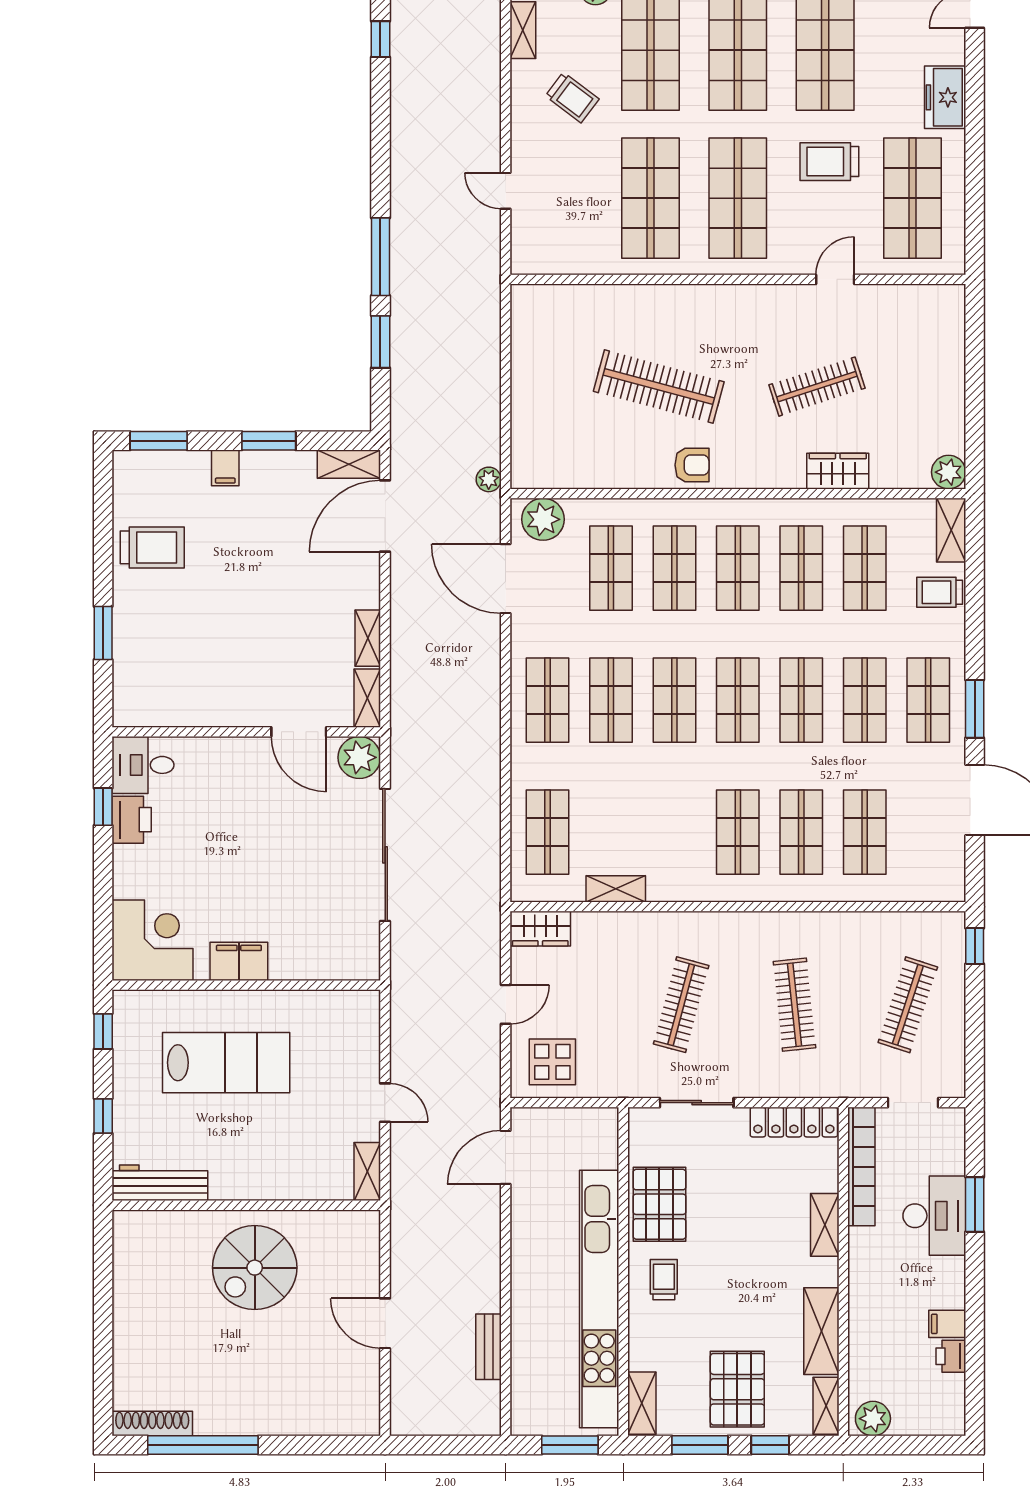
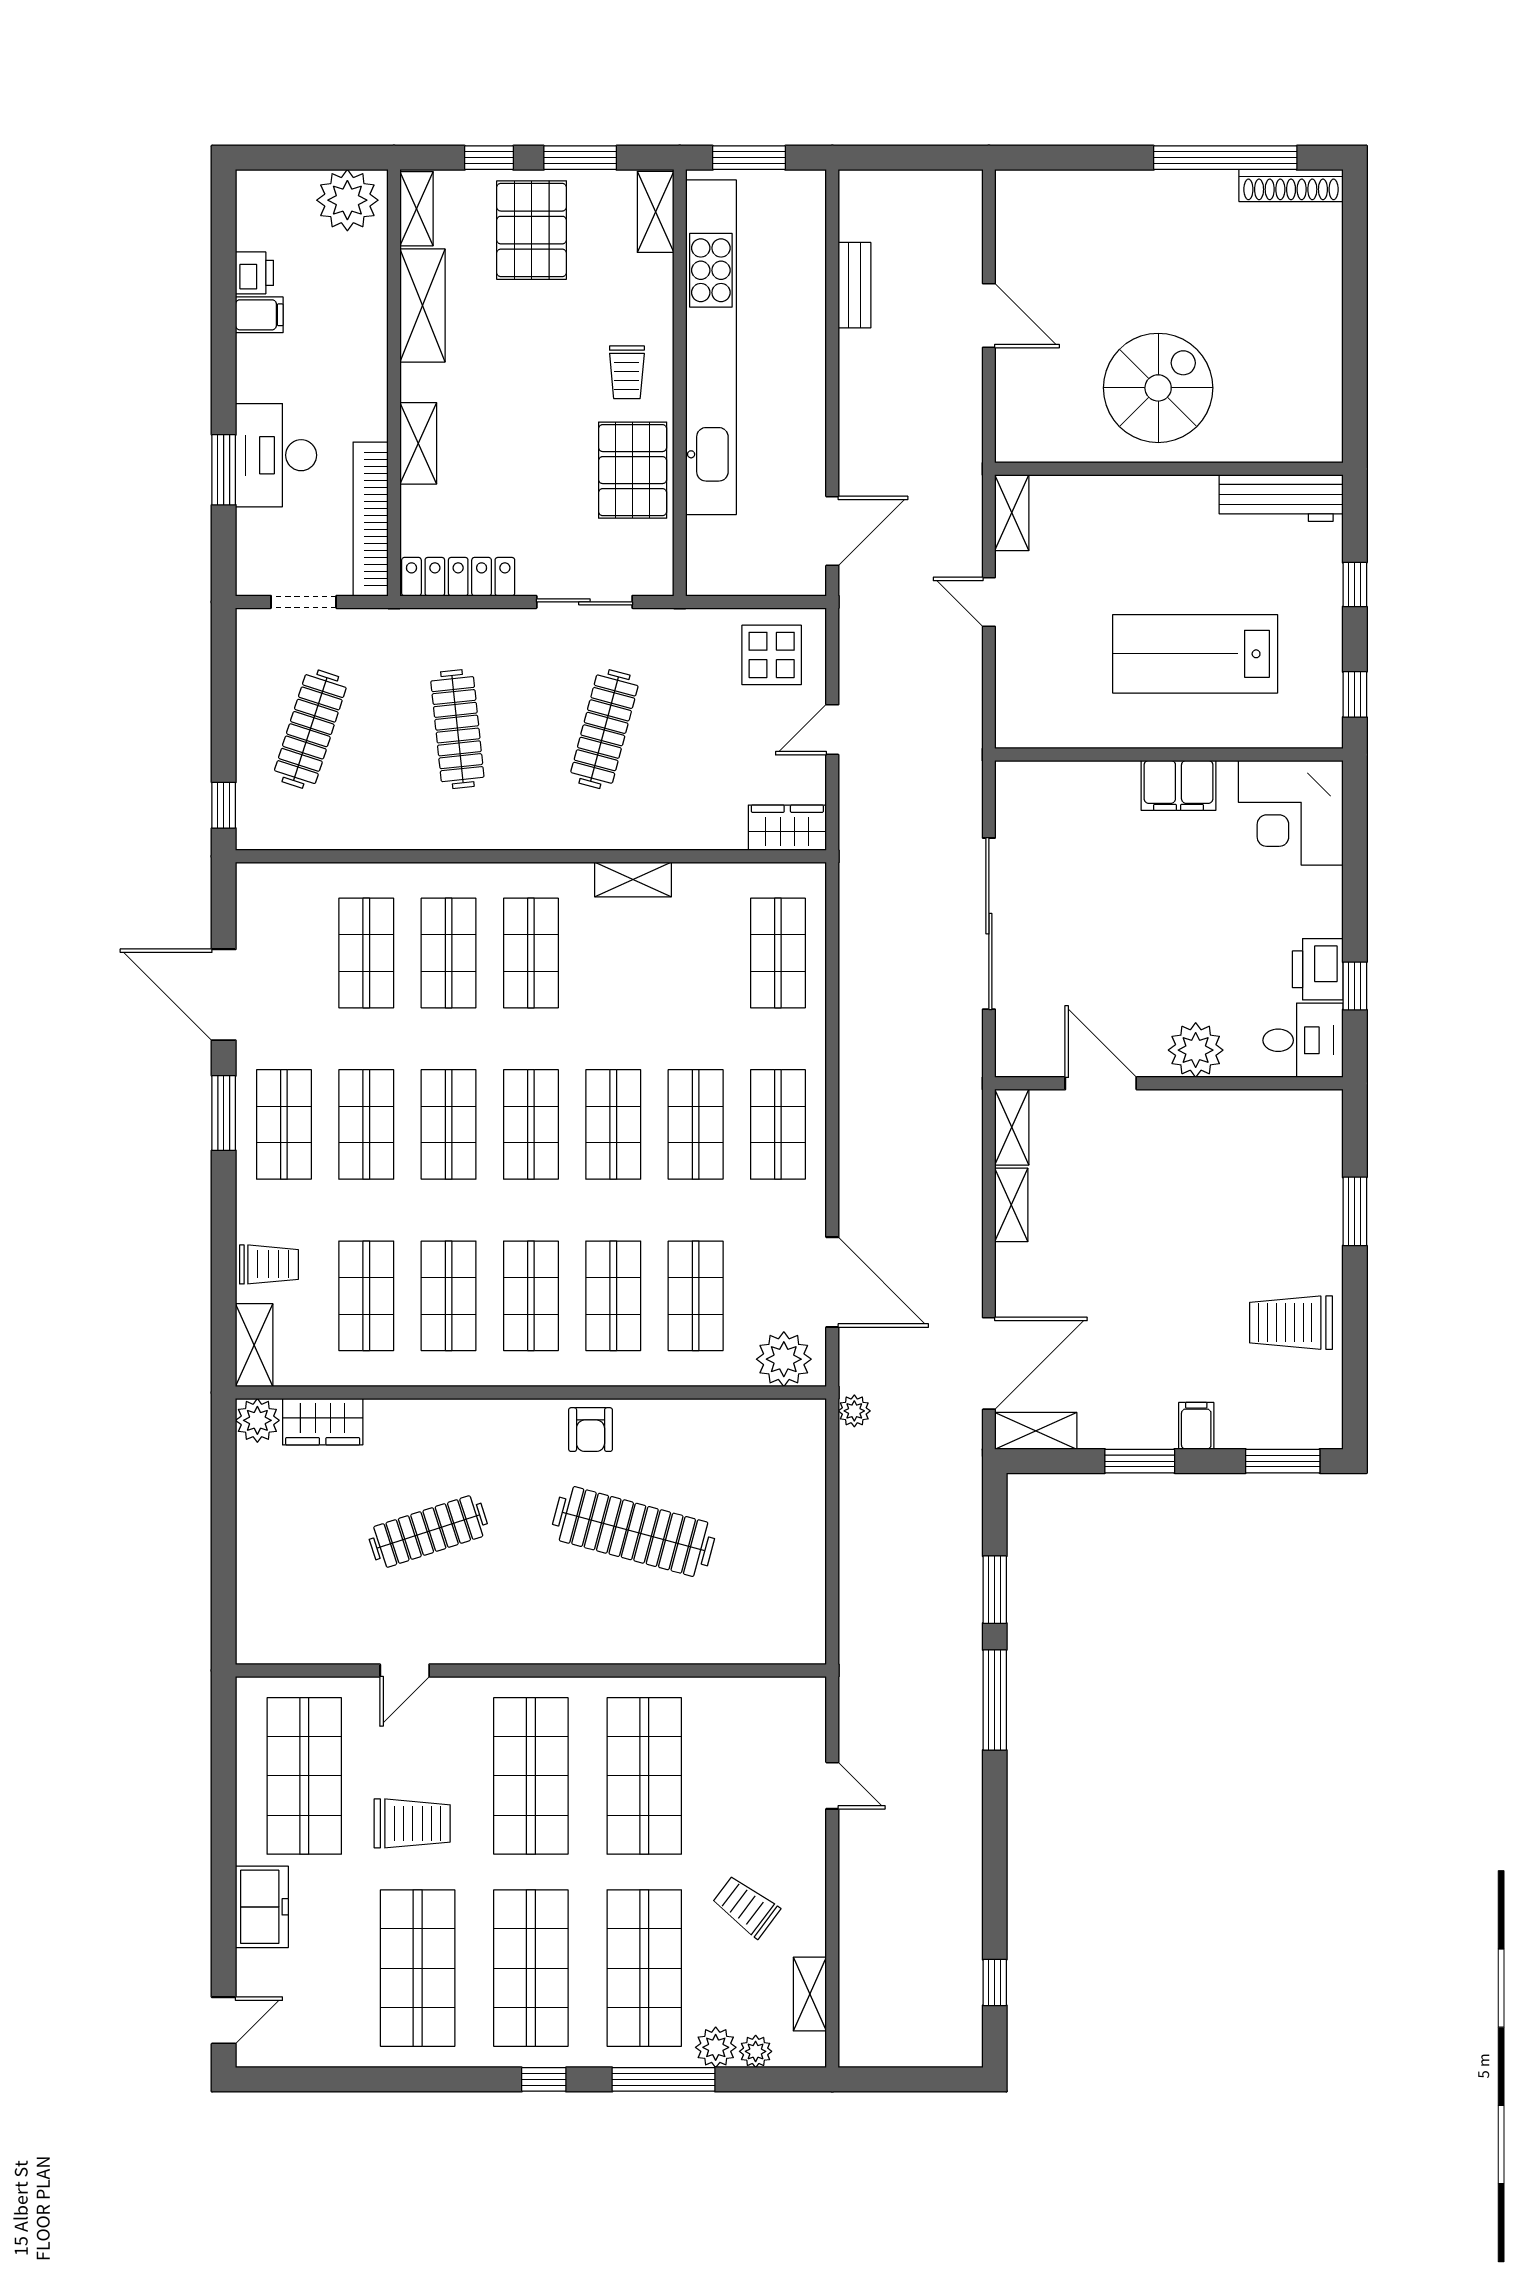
armchair: (692, 465) -> (591, 1430), turned -90
wardrobe: (838, 471) -> (323, 1422), moved
plant: (359, 757) -> (1196, 1050), moved
shelving: (616, 889) -> (633, 879), moved
plant: (873, 1419) -> (347, 200), width x1.36, depth x1.36

